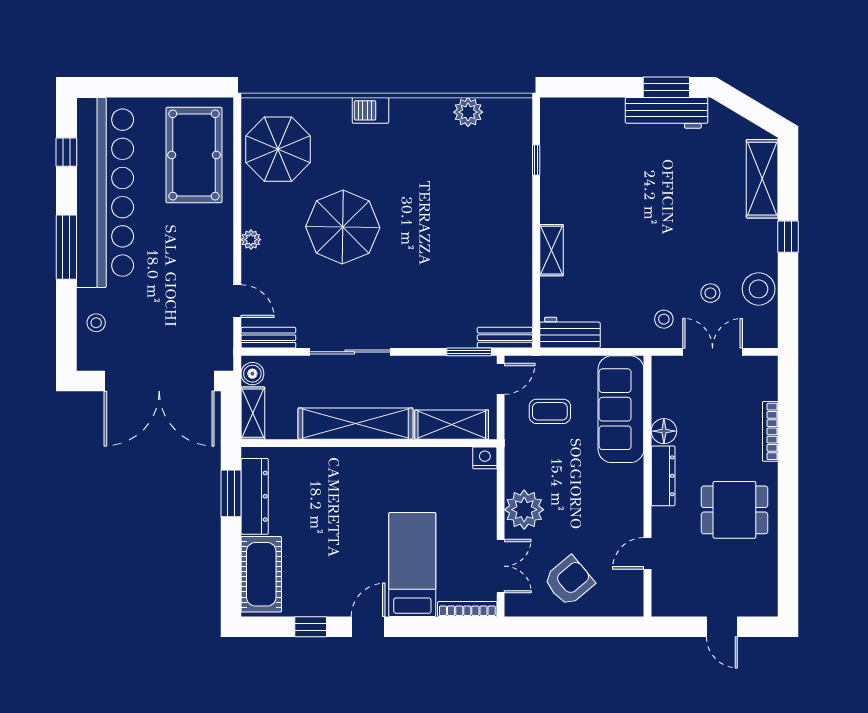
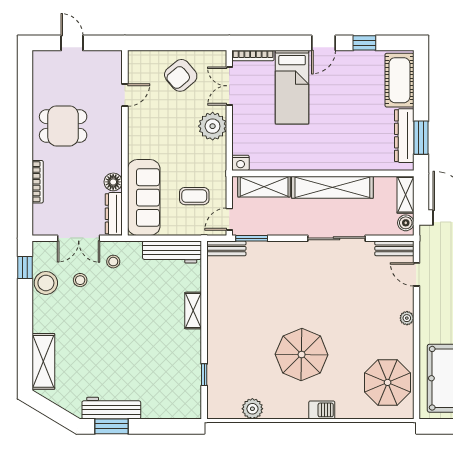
parasol: (343, 227) -> (302, 355), moved
window: (788, 237) -> (25, 267), moved
workbench: (570, 333) -> (172, 252), width x1.38
dresser: (663, 476) -> (114, 214), moved

